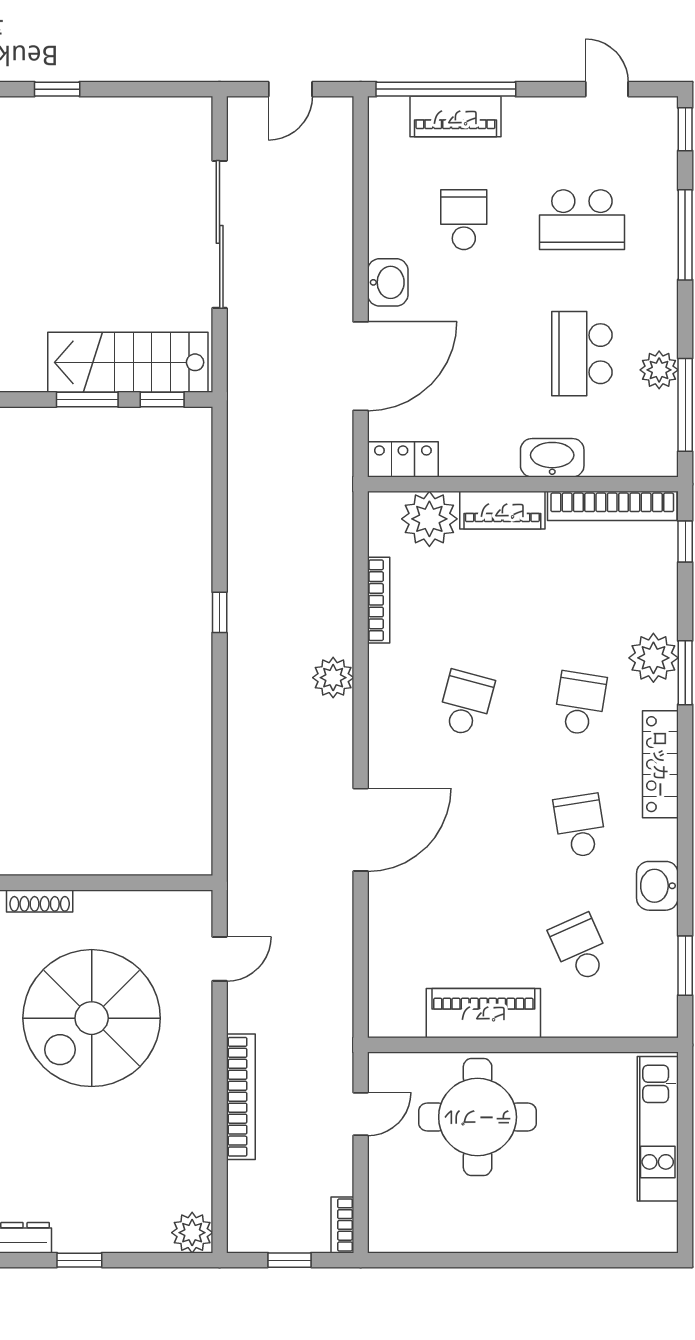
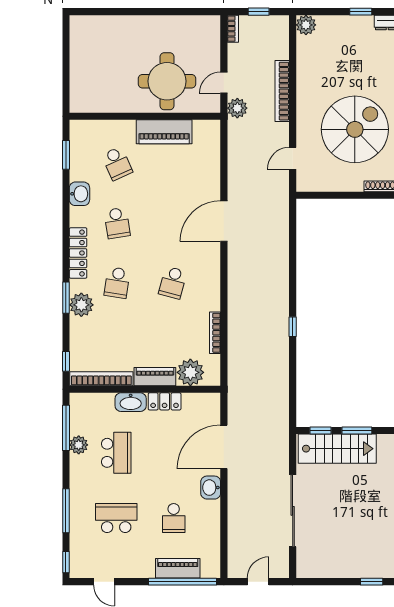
locker: (403, 459) -> (165, 401), moved
plant: (333, 678) -> (237, 108), moved
kitchen unit: (658, 1129) -> (79, 76), removed

